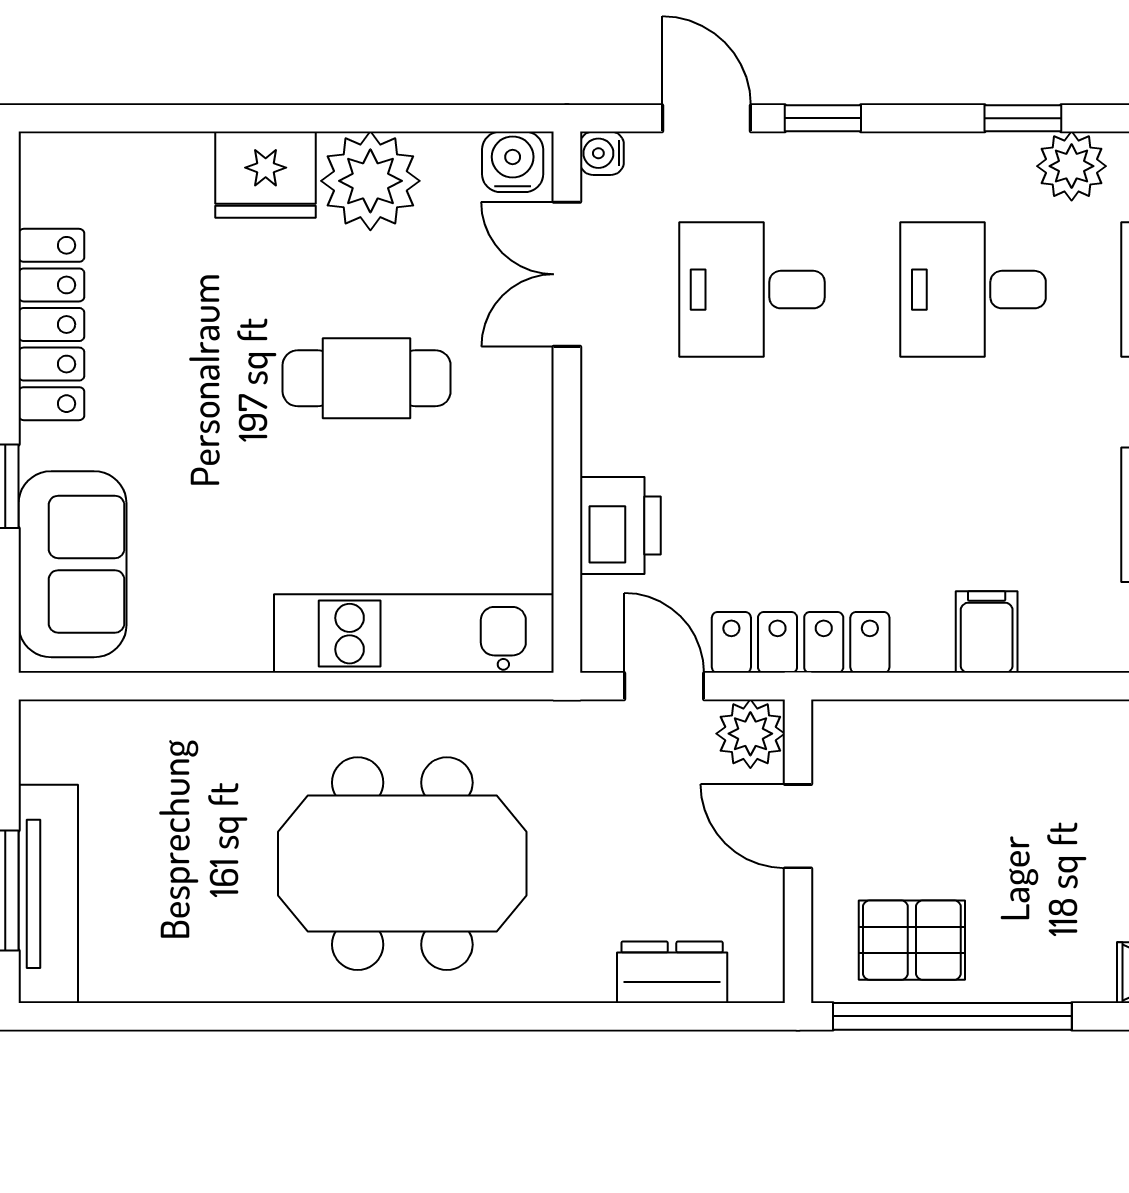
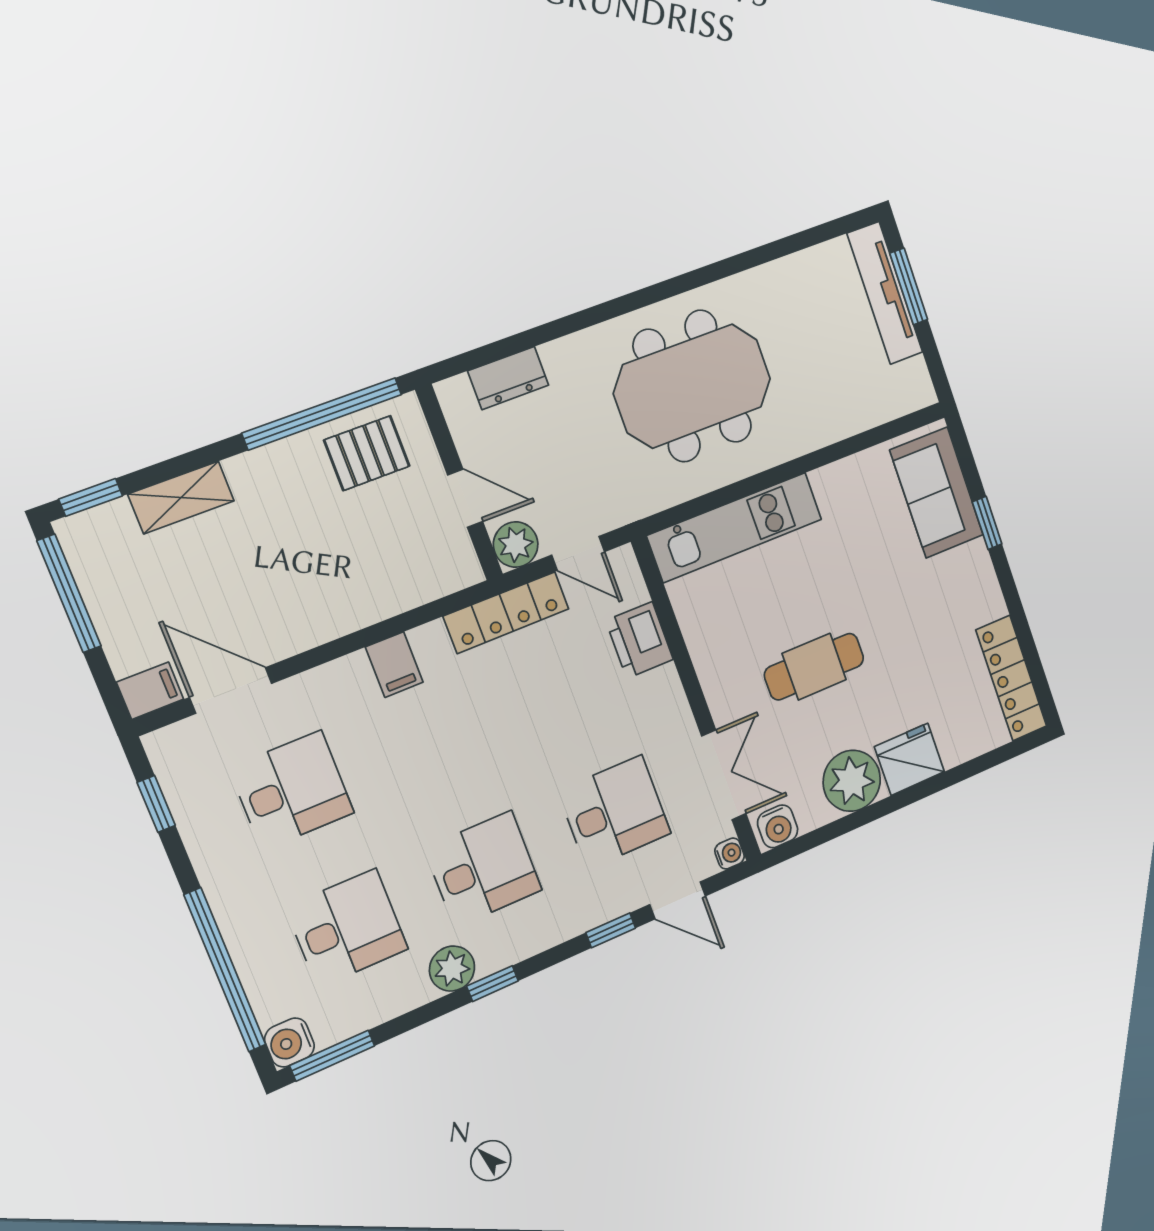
locker: (51, 324) -> (1011, 678), moved

